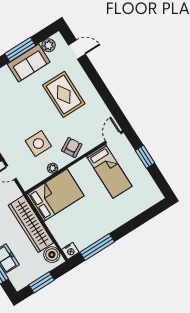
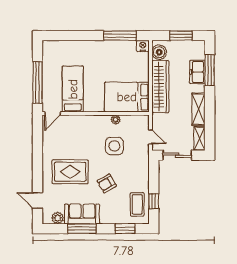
rug: (64, 94) -> (70, 172), turned 90
armchair: (72, 148) -> (107, 183), moved
window: (145, 157) -> (38, 83), width x2.11

